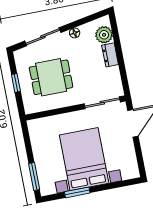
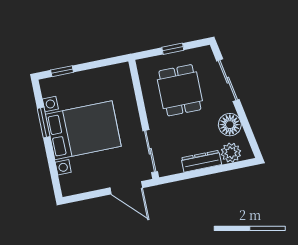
floor lamp: (75, 33) -> (230, 125), width x1.89, depth x1.89
dresser: (110, 55) -> (201, 161), width x1.44
window: (34, 177) -> (62, 71), width x0.67

